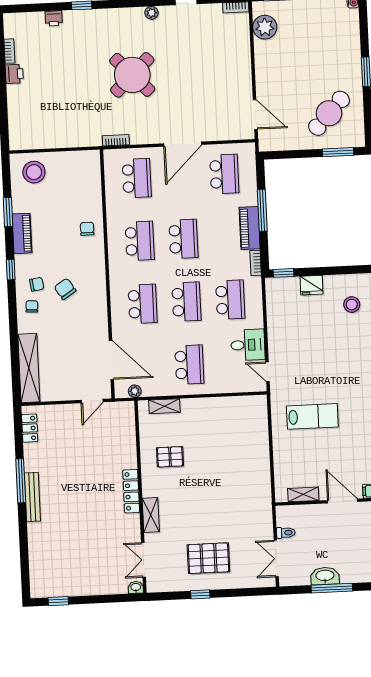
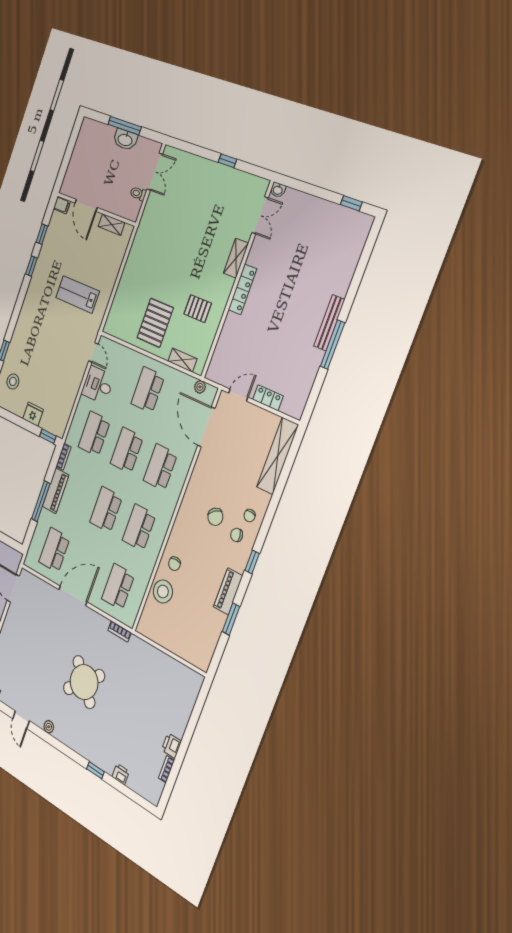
stool: (34, 172) -> (163, 592), moved
locker: (30, 428) -> (268, 398), moved, turned 90
pallet: (208, 558) -> (155, 323), moved, turned 90

